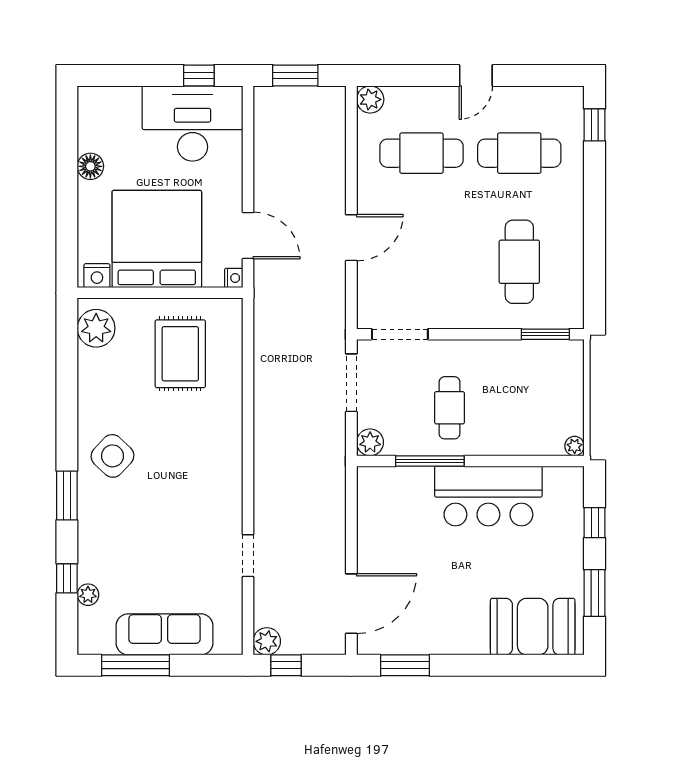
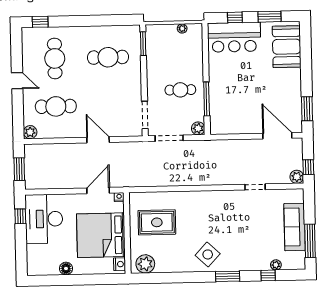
cafe table: (421, 153) -> (56, 106), turned 90
plant: (575, 446) -> (182, 28), moved
bar counter: (488, 496) -> (234, 37), moved, turned 90

